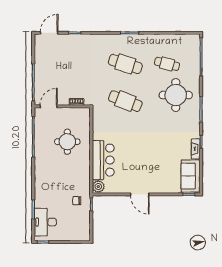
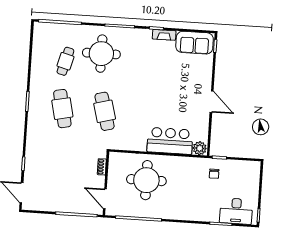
cafe table: (125, 64) -> (62, 109), turned -30
cafe table: (125, 101) -> (105, 111), turned -36
round table: (67, 142) -> (146, 180), width x1.36, depth x1.36
door: (140, 194) -> (212, 102), hinge flipped

